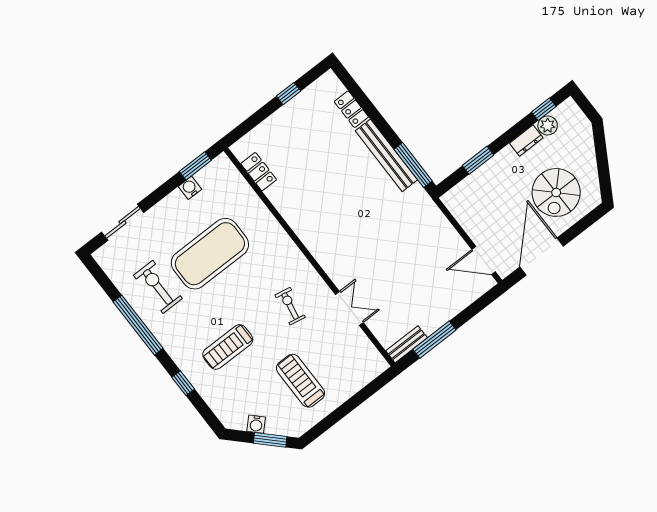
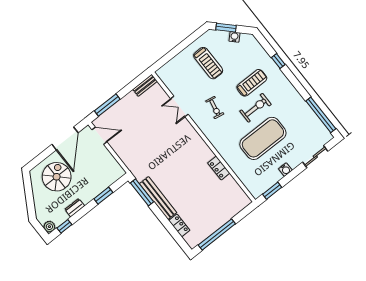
window: (289, 94) -> (217, 234), width x3.17
plant: (548, 126) -> (49, 227), moved
locker: (259, 172) -> (219, 168), moved
water cooler: (190, 188) -> (285, 170), moved
exercise bike: (158, 287) -> (255, 108), moved, turned -90
window: (138, 325) -> (321, 115), moved
window: (434, 340) -> (107, 105), moved

